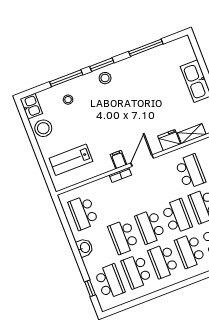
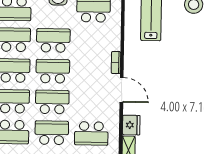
filing cabinet: (118, 160) -> (132, 67), removed
school desk: (177, 216) -> (52, 102), turned 180

